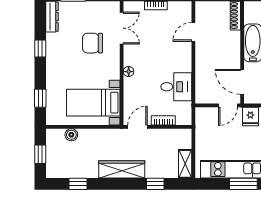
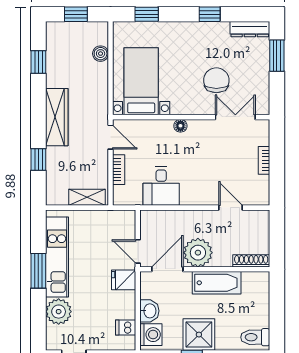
double door: (122, 28) -> (235, 117), swing flipped
plant: (229, 58) -> (198, 253), added
shelving: (185, 164) -> (87, 197), moved

